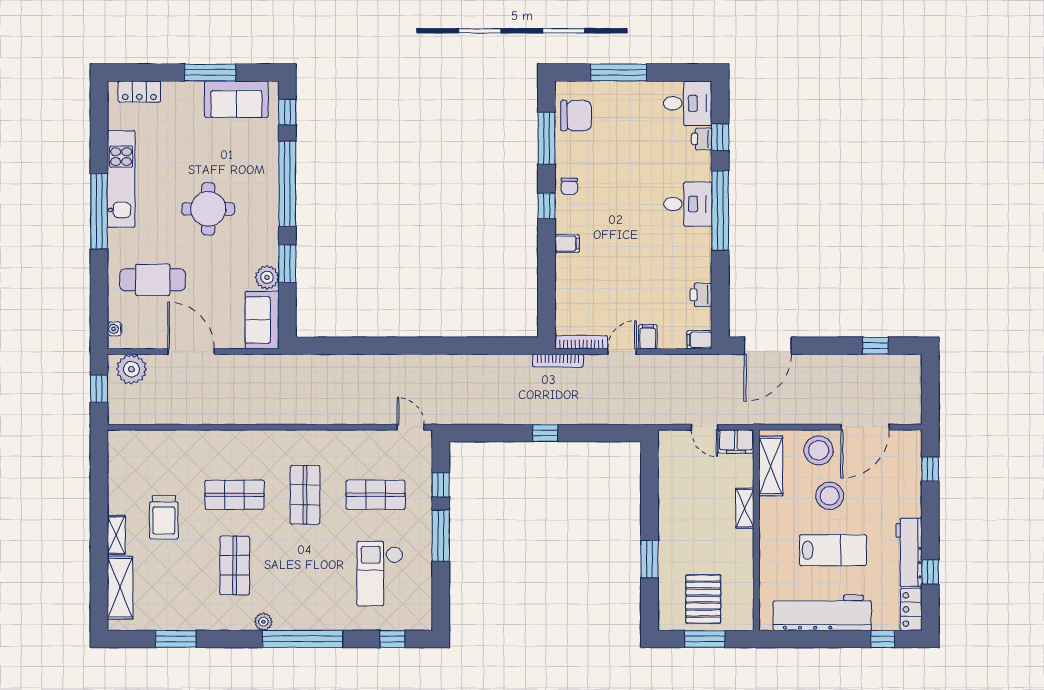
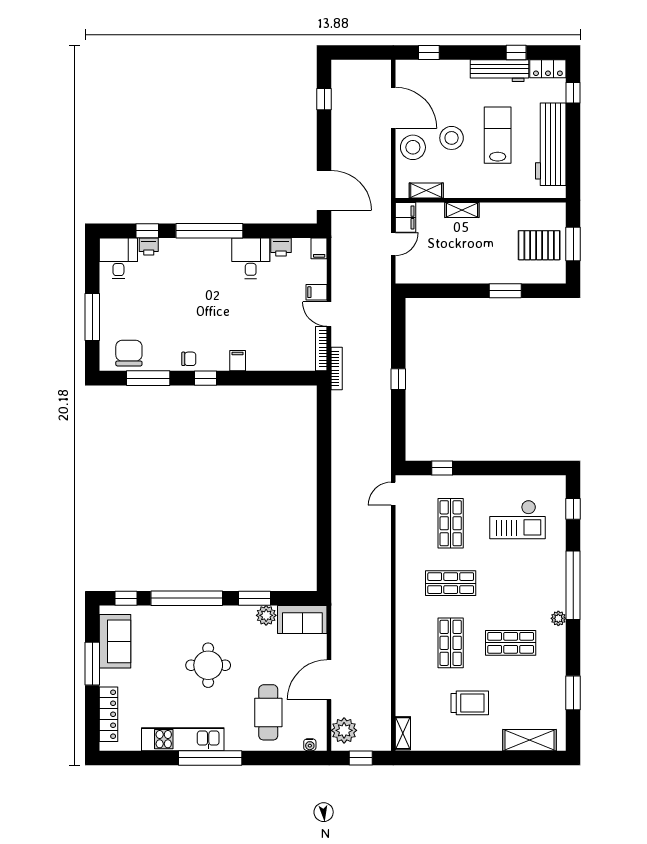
locker: (139, 92) -> (109, 714), width x1.53
desk: (688, 204) -> (251, 258), moved
shelving: (771, 466) -> (426, 190), width x0.67, depth x0.75
shelving: (116, 535) -> (403, 733), moved, turned 90
window: (441, 536) -> (485, 468), removed

